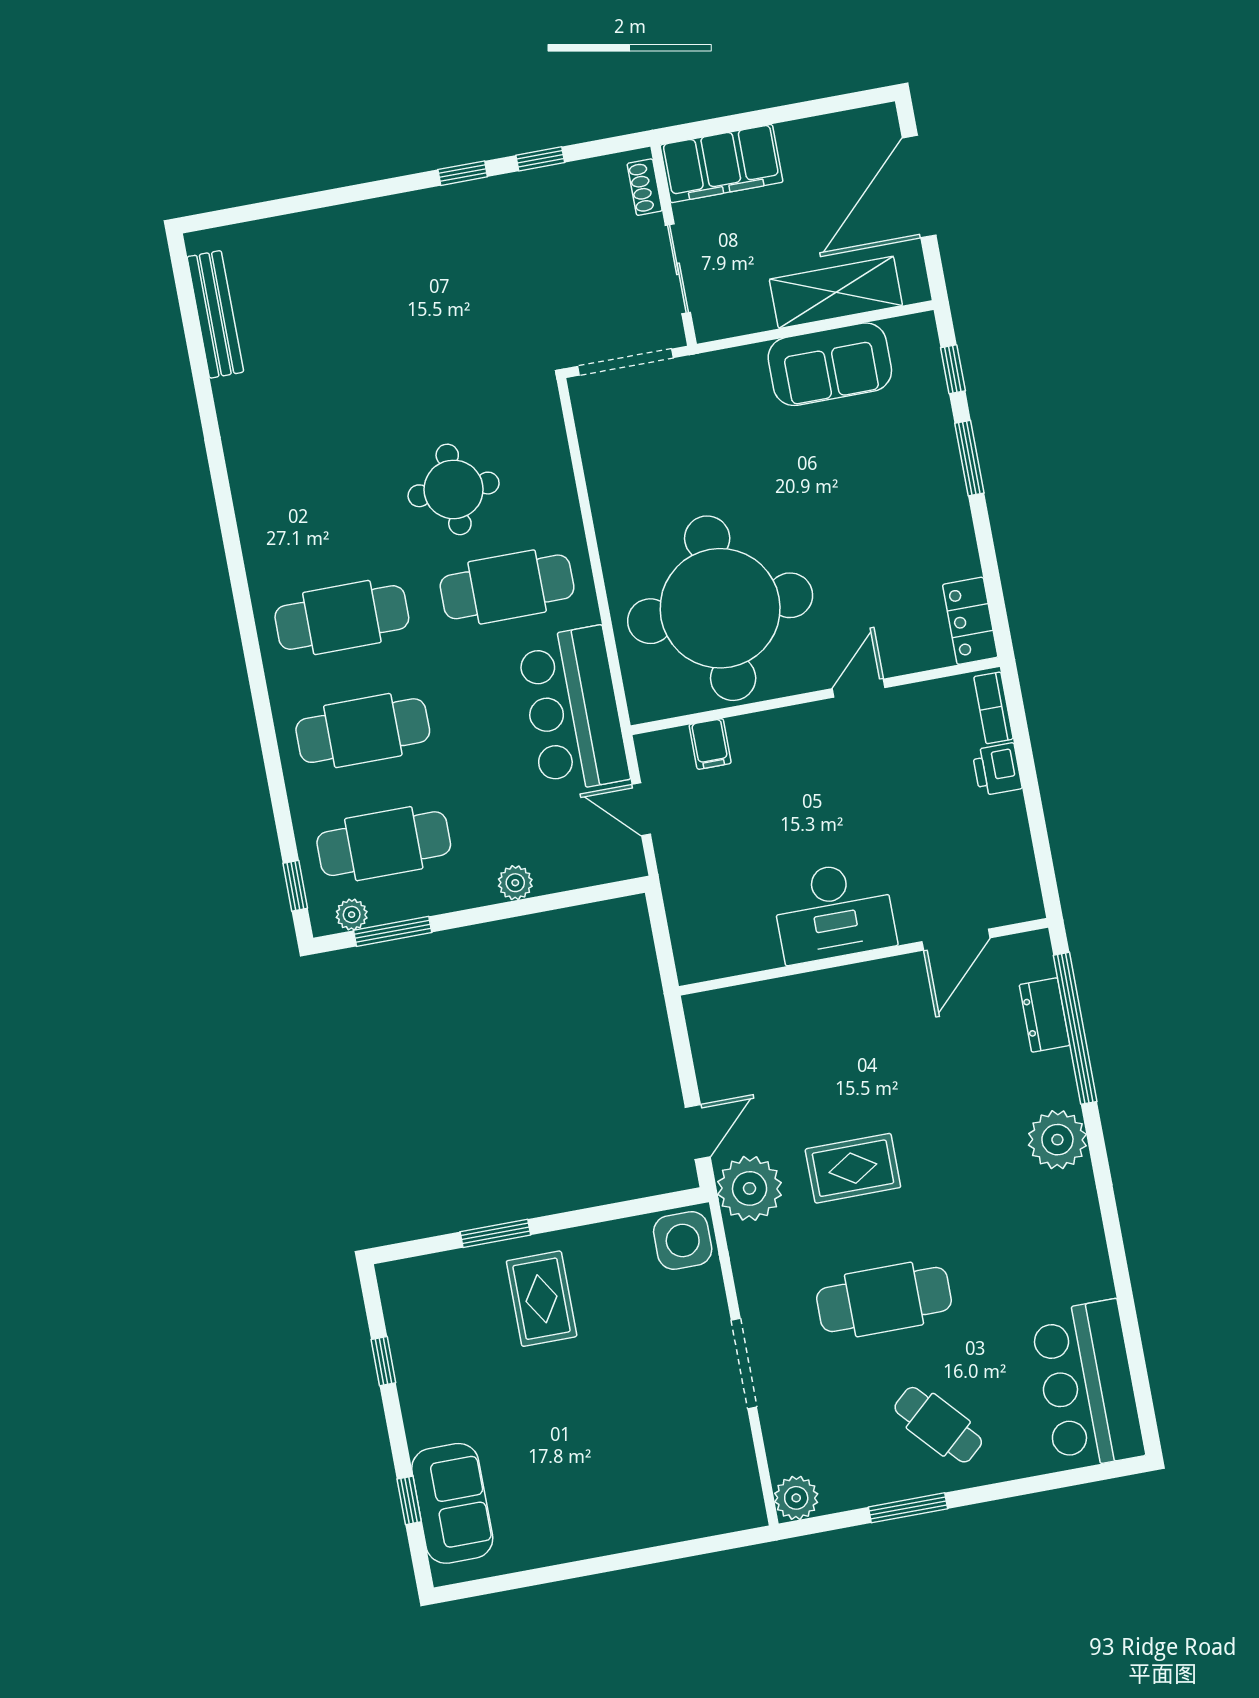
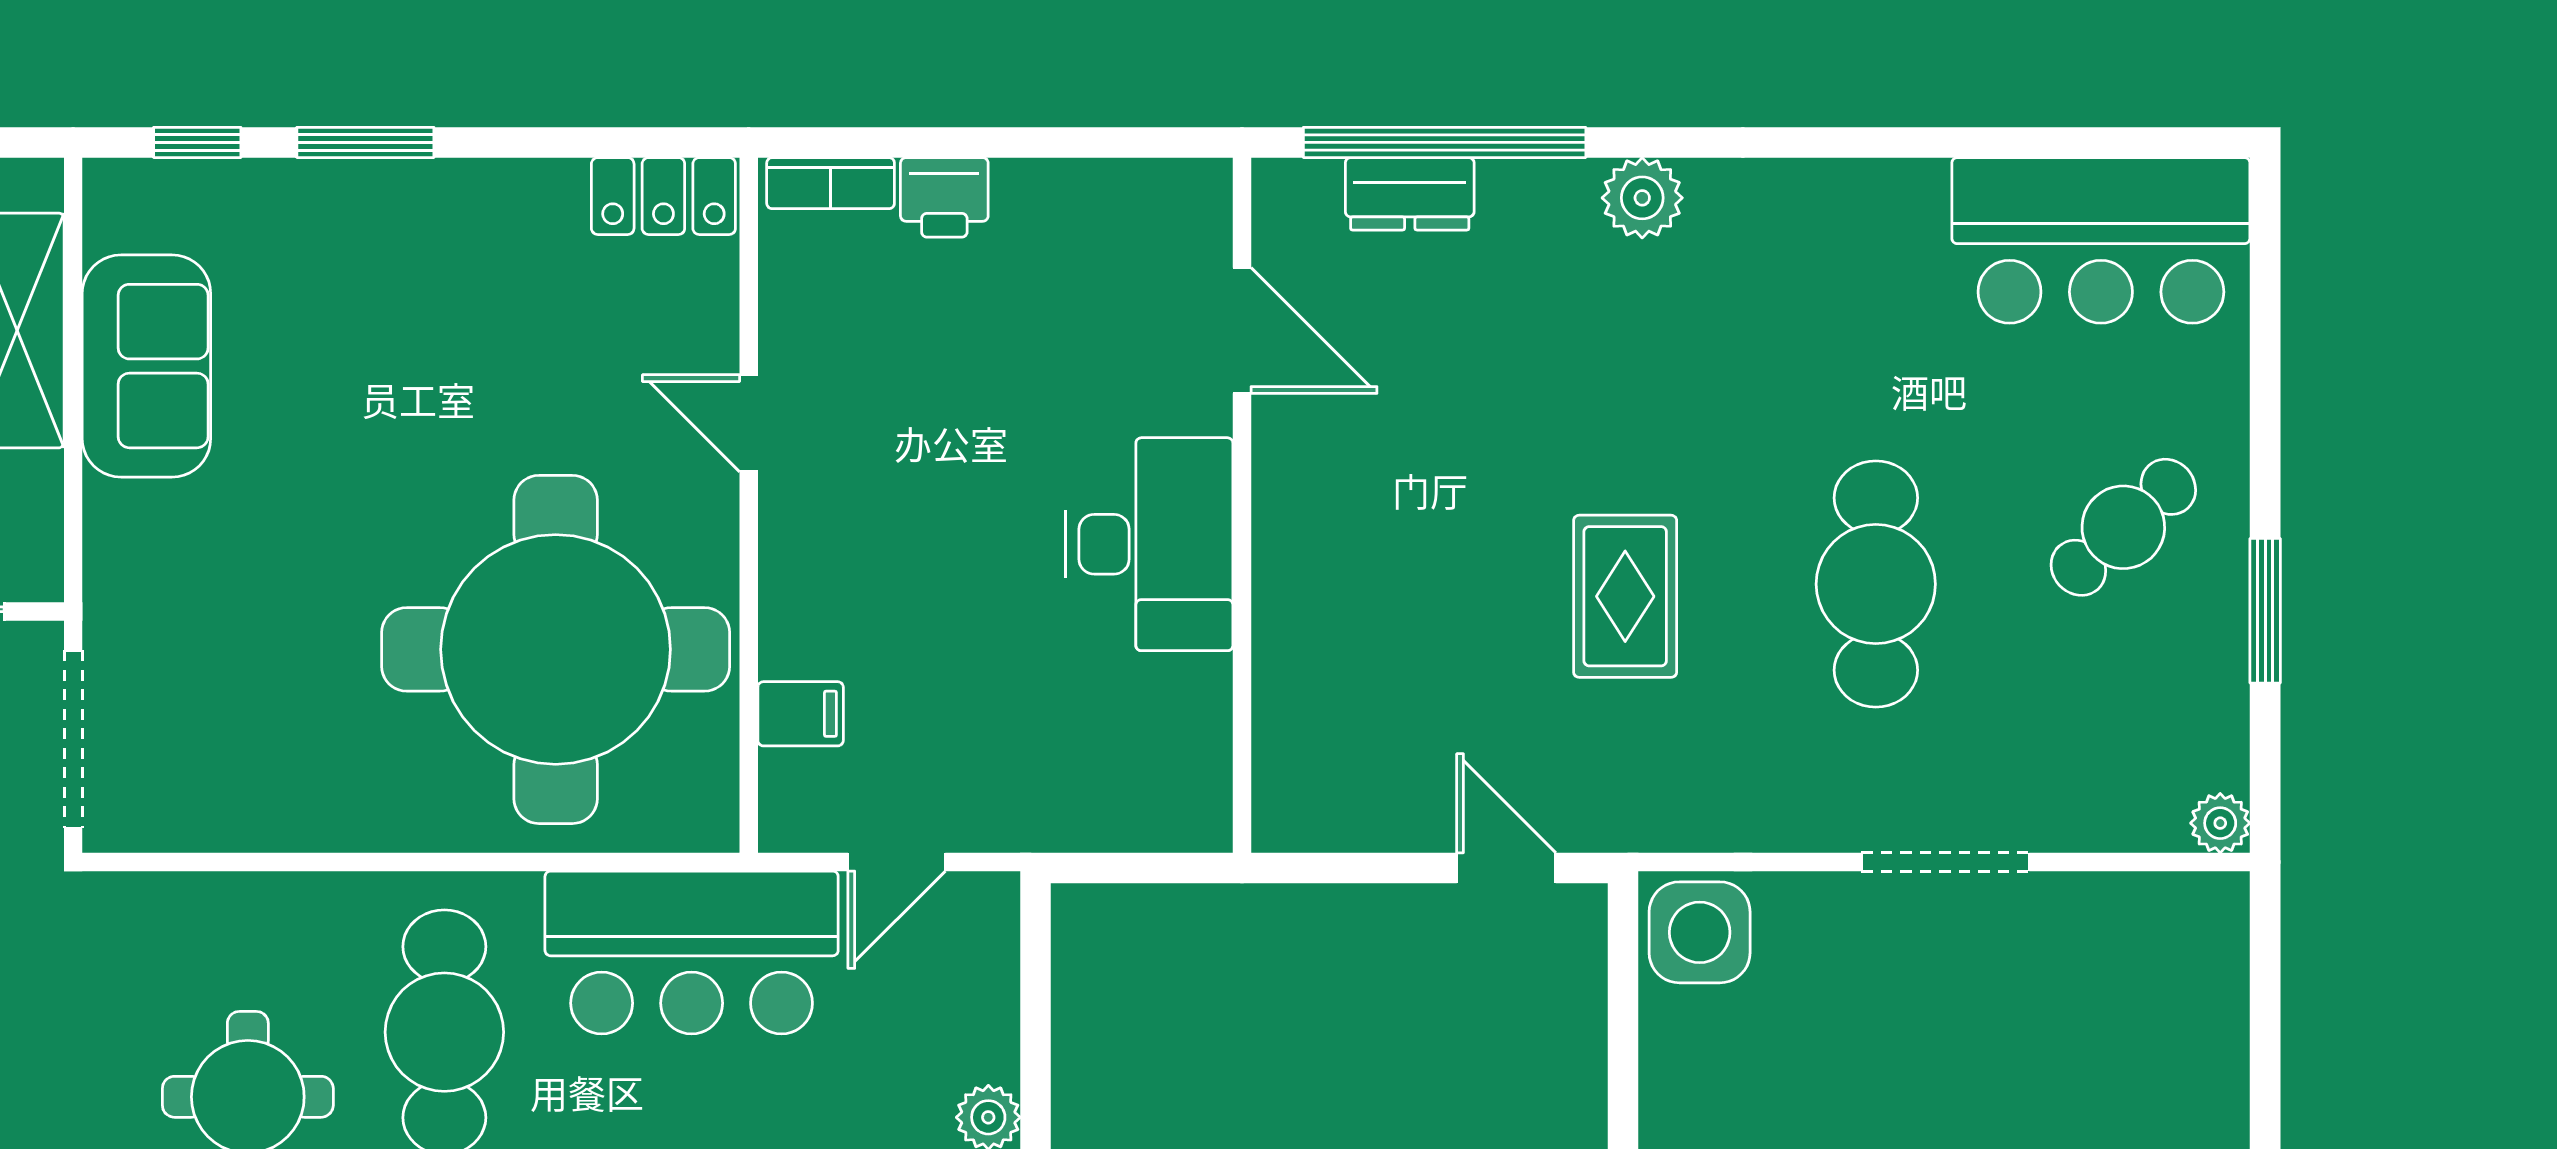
plant: (1057, 1140) -> (1642, 198), width x0.73, depth x0.73
plant: (750, 1188) -> (1627, 792), removed
plant: (796, 1498) -> (2220, 823), width x0.73, depth x0.73

